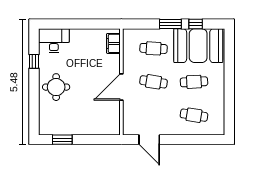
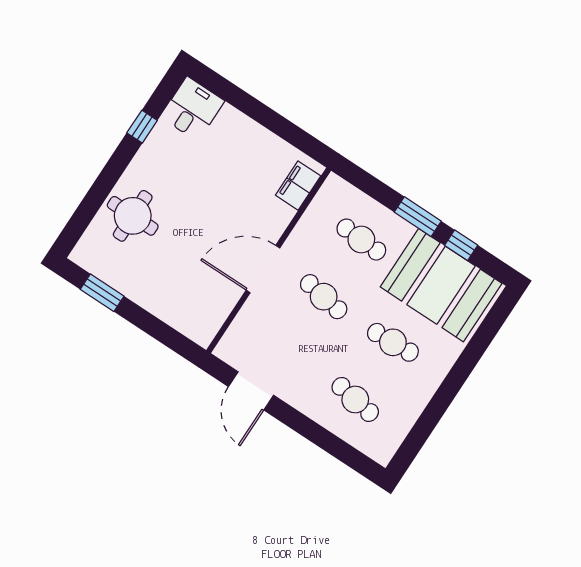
desk: (54, 41) -> (192, 109), width x0.73
round table: (56, 87) -> (133, 216), moved

